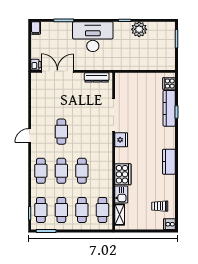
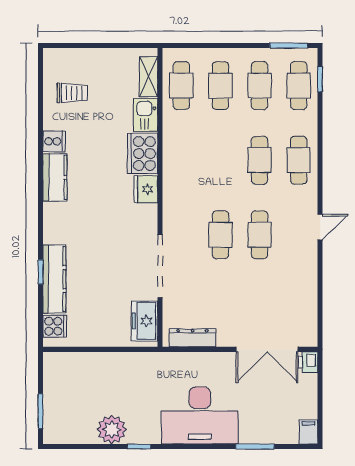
freezer: (122, 86) -> (144, 321), added
fridge: (121, 140) -> (146, 189), moved
cafe table: (82, 171) -> (220, 235), moved
cooker: (169, 224) -> (54, 141), moved

